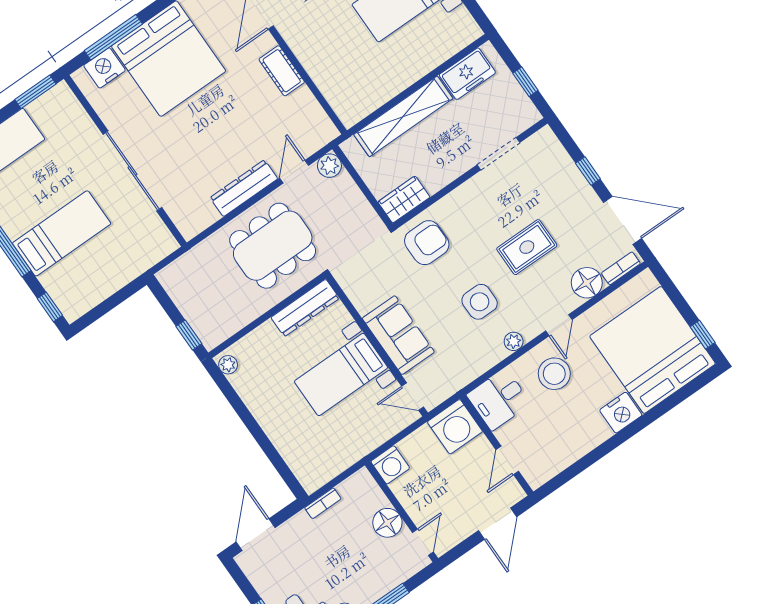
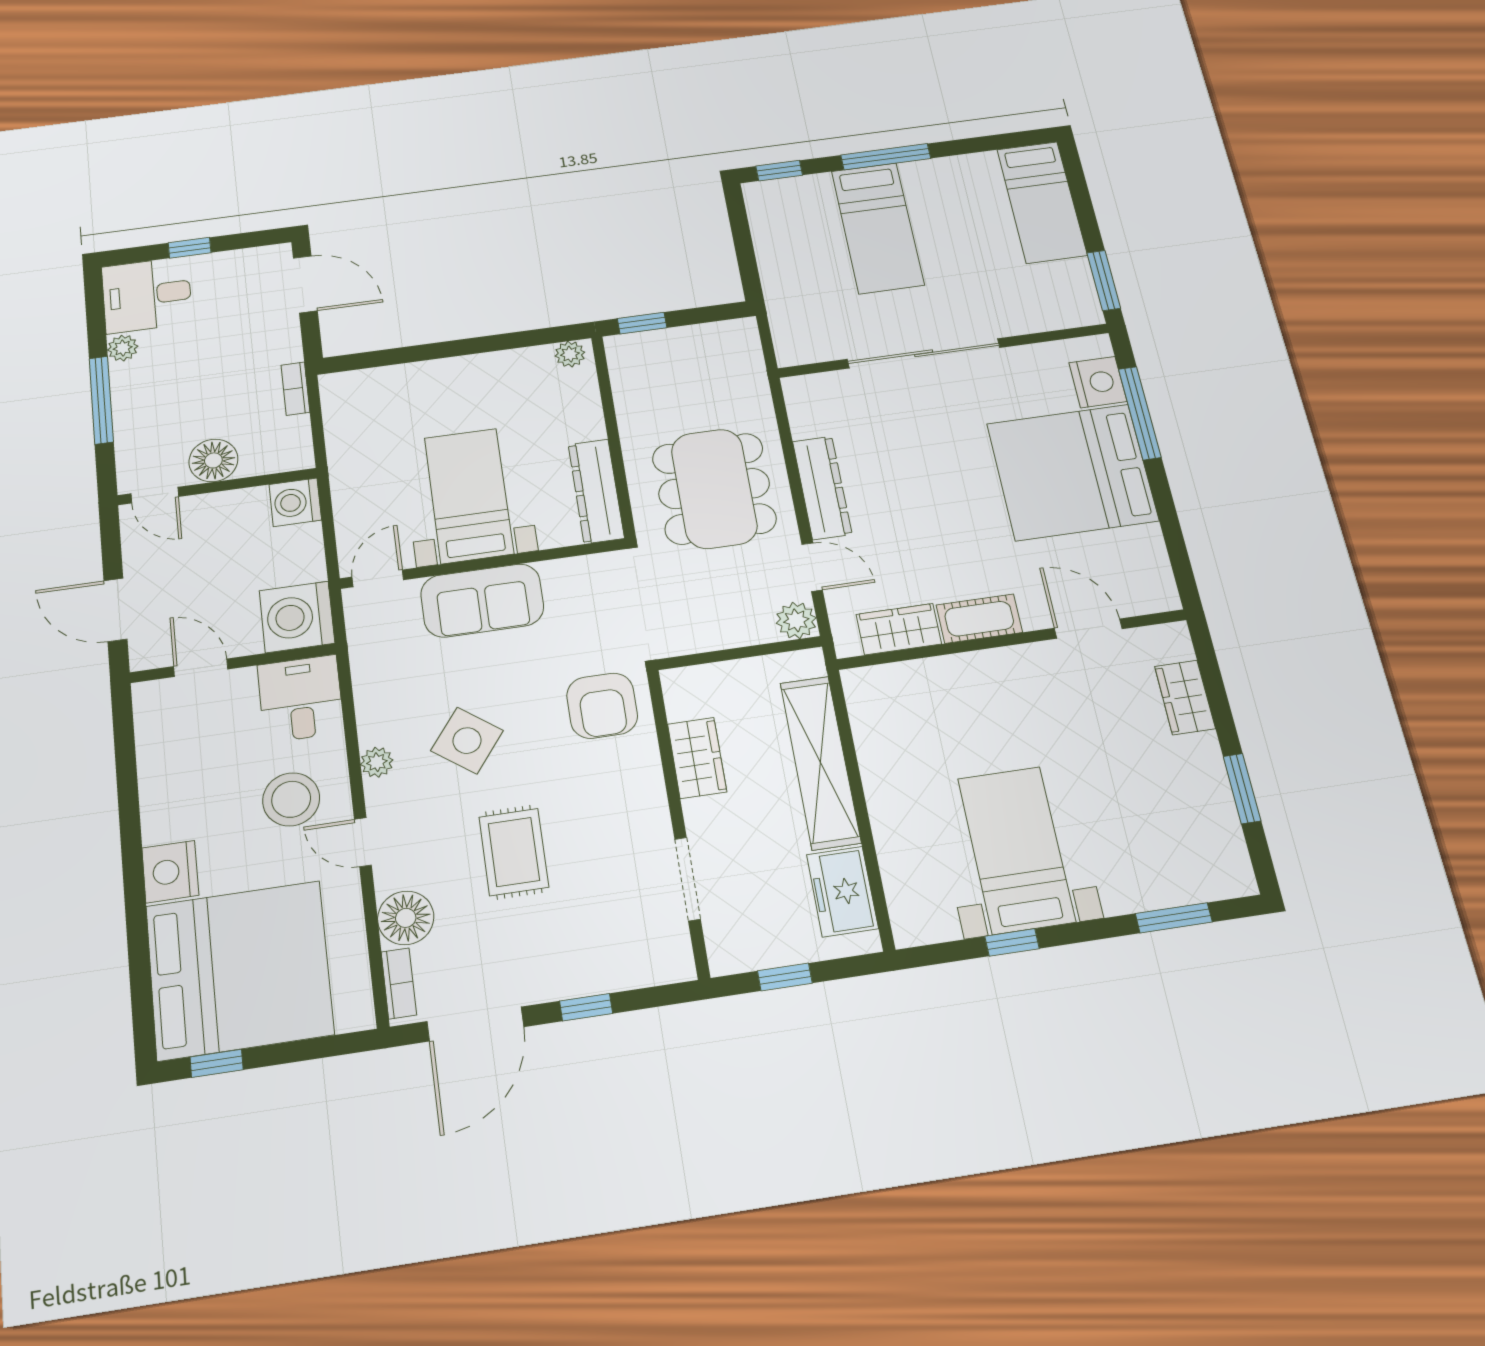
wardrobe: (308, 110) -> (899, 629), added
wardrobe: (404, 199) -> (697, 758), moved
side table: (480, 302) -> (467, 741), turned 37

